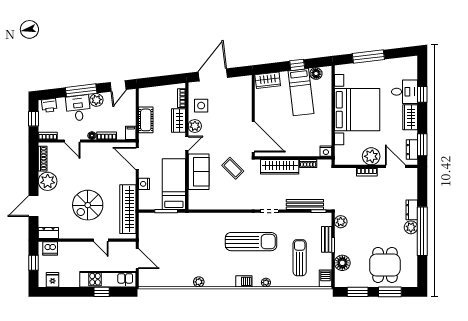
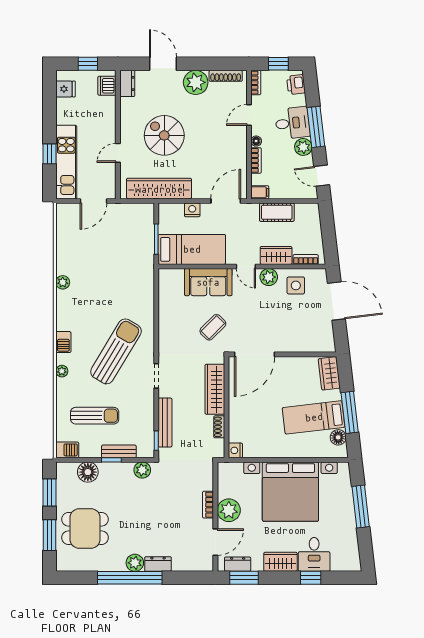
window: (297, 65) -> (350, 412), width x2.17
sun lounger: (251, 242) -> (116, 351), turned -149

